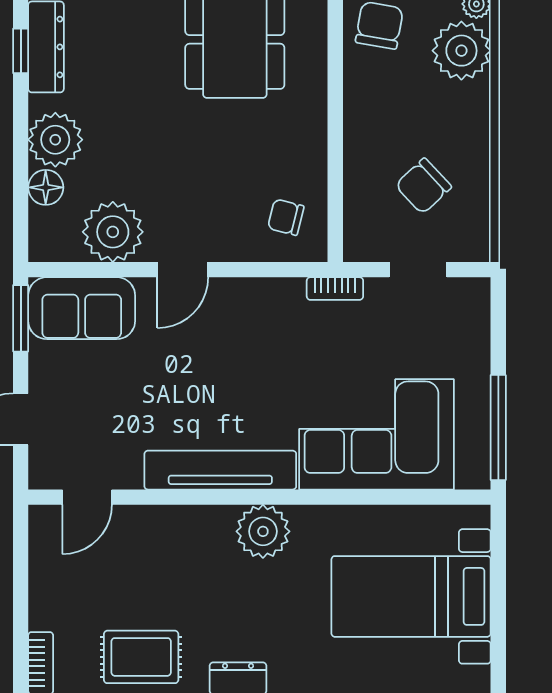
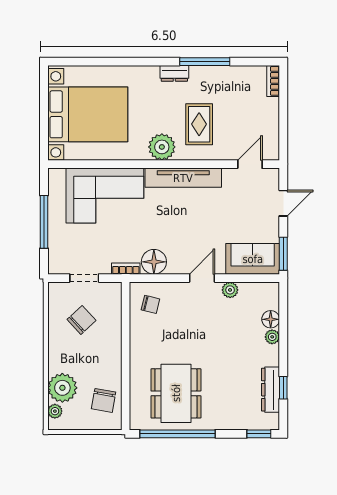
plant: (55, 140) -> (272, 337), width x0.53, depth x0.53
plant: (113, 232) -> (230, 290), width x0.53, depth x0.53
floor lamp: (279, 302) -> (154, 262), added
window: (498, 428) -> (44, 222), moved
bed with nightstands: (411, 596) -> (88, 114), width x1.36
rug: (141, 657) -> (199, 124), moved, turned 90

